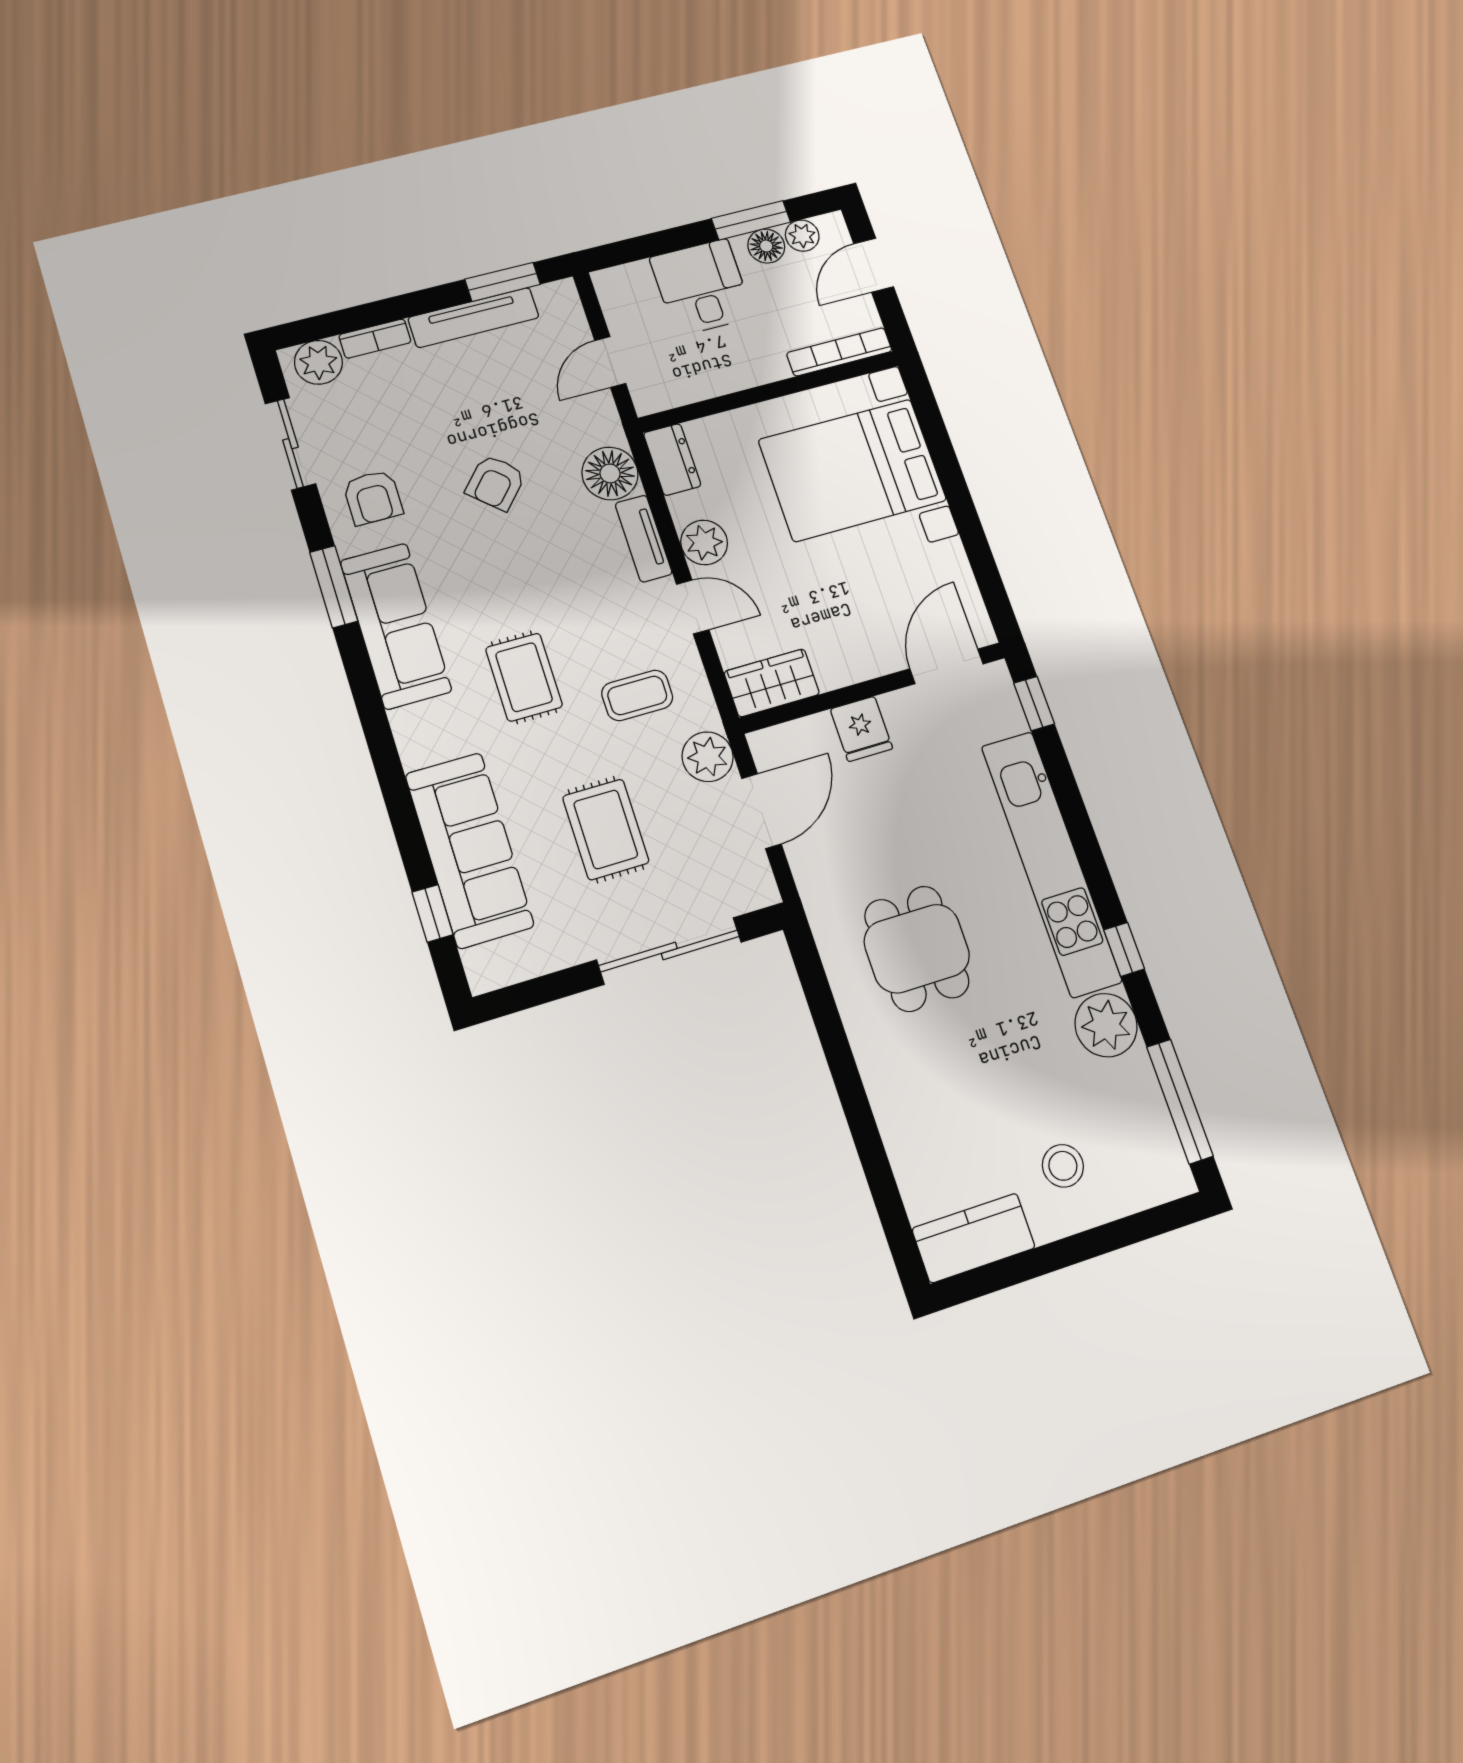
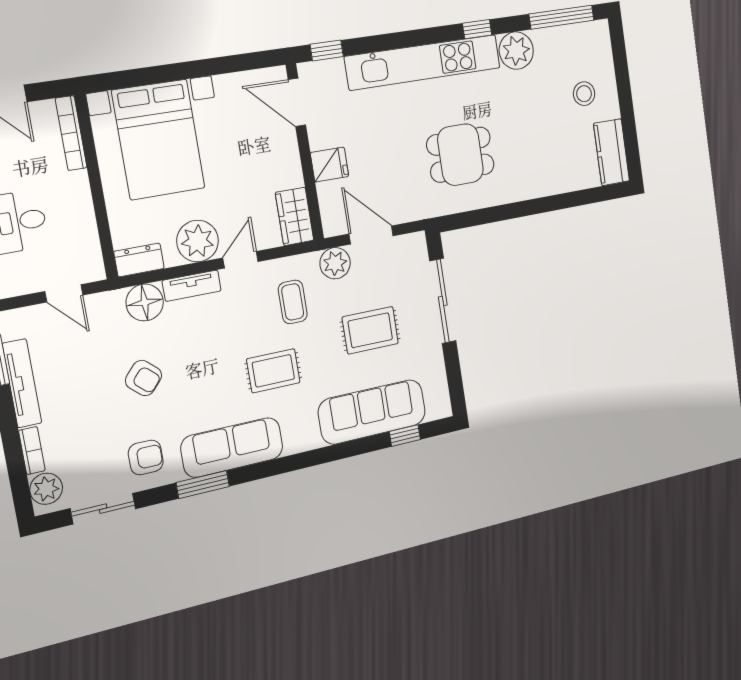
plant: (704, 542) -> (198, 241), width x1.36, depth x1.36

